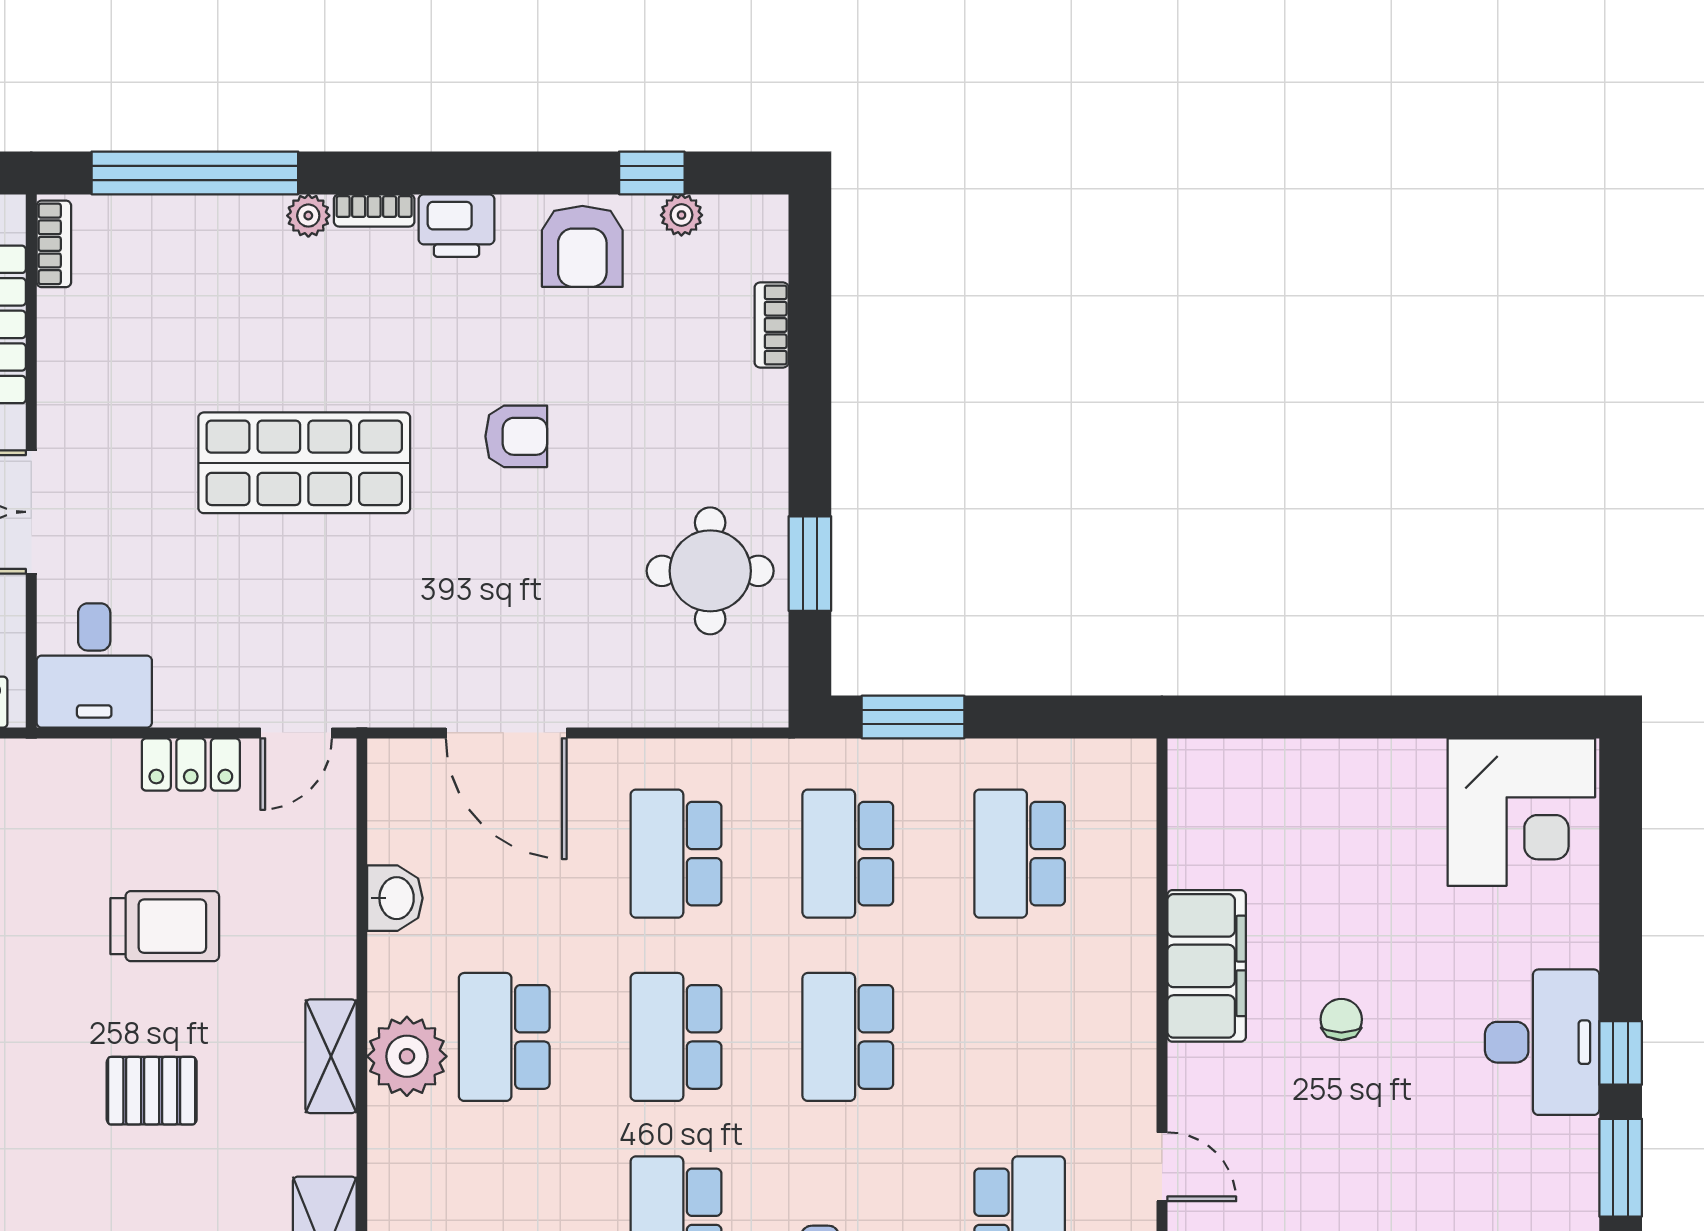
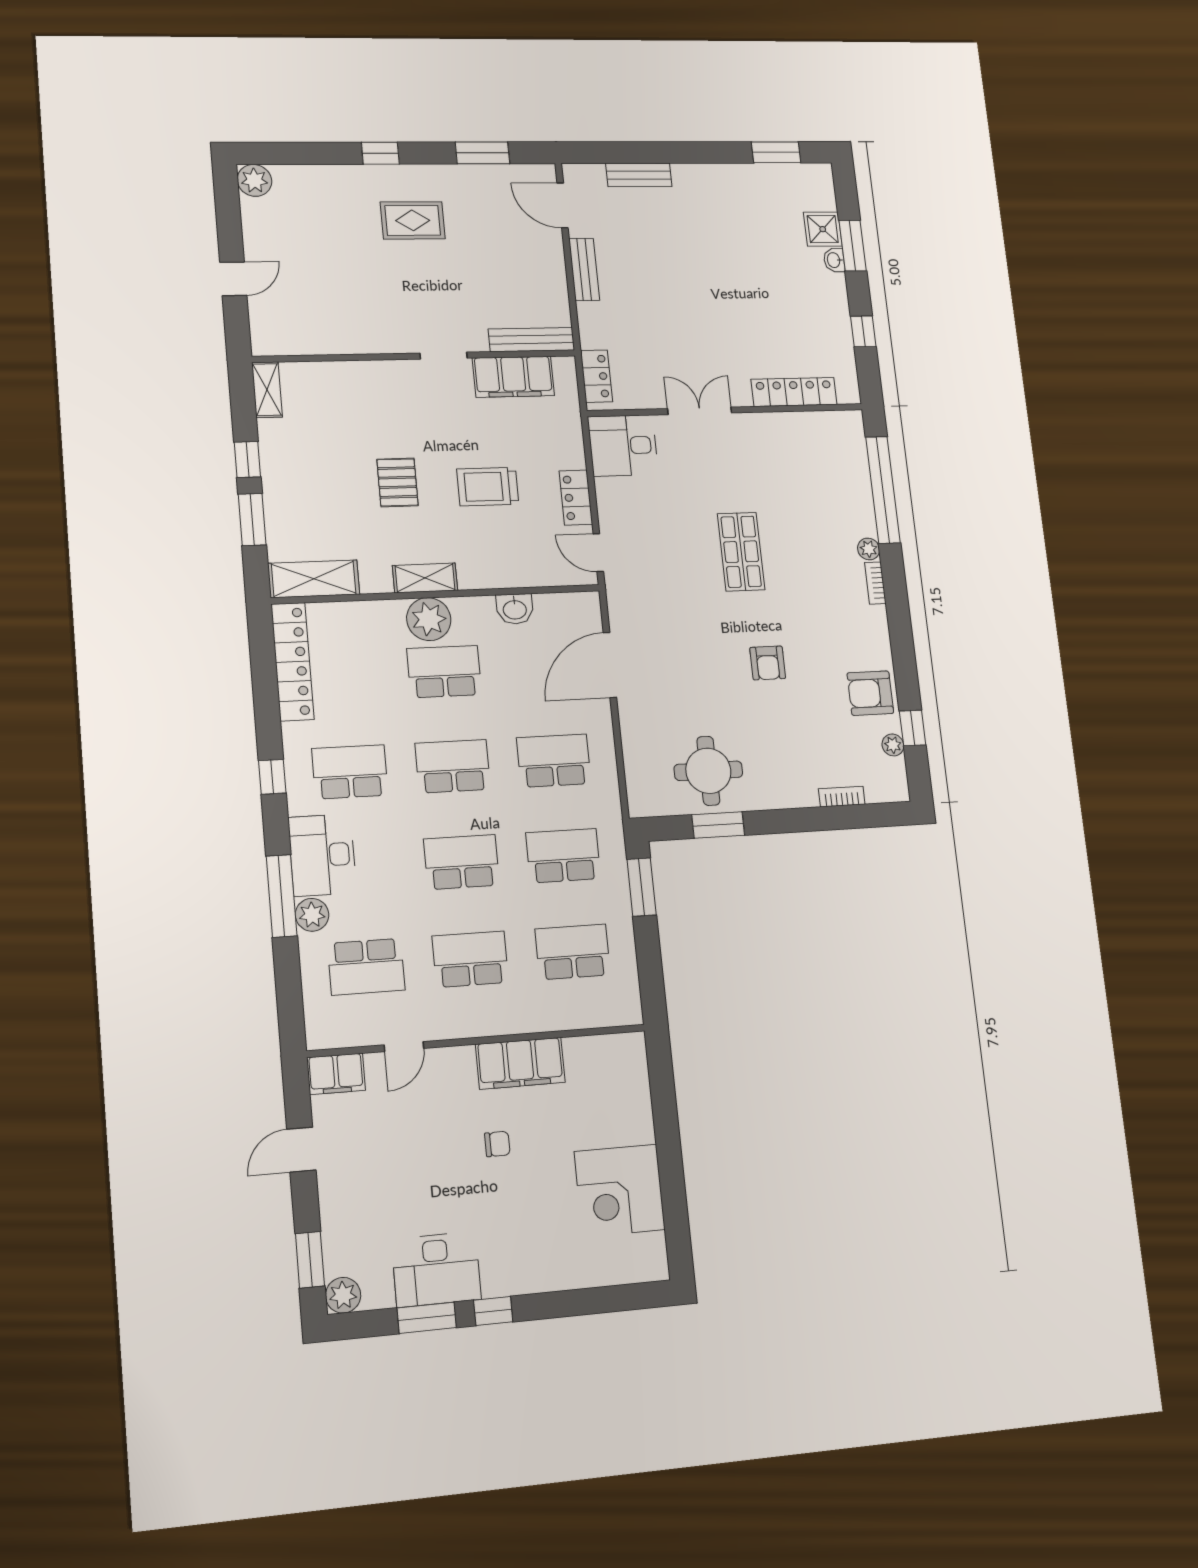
printer: (457, 226) -> (873, 626), removed
bookcase: (54, 244) -> (838, 419), removed
shop shelf: (304, 463) -> (741, 552), width x0.70, depth x0.74
corner desk: (1521, 812) -> (620, 1190), moved
trolley: (165, 926) -> (488, 487), turned 90
school desk: (1020, 1037) -> (470, 959), added
desk: (1542, 1042) -> (436, 1269), moved

